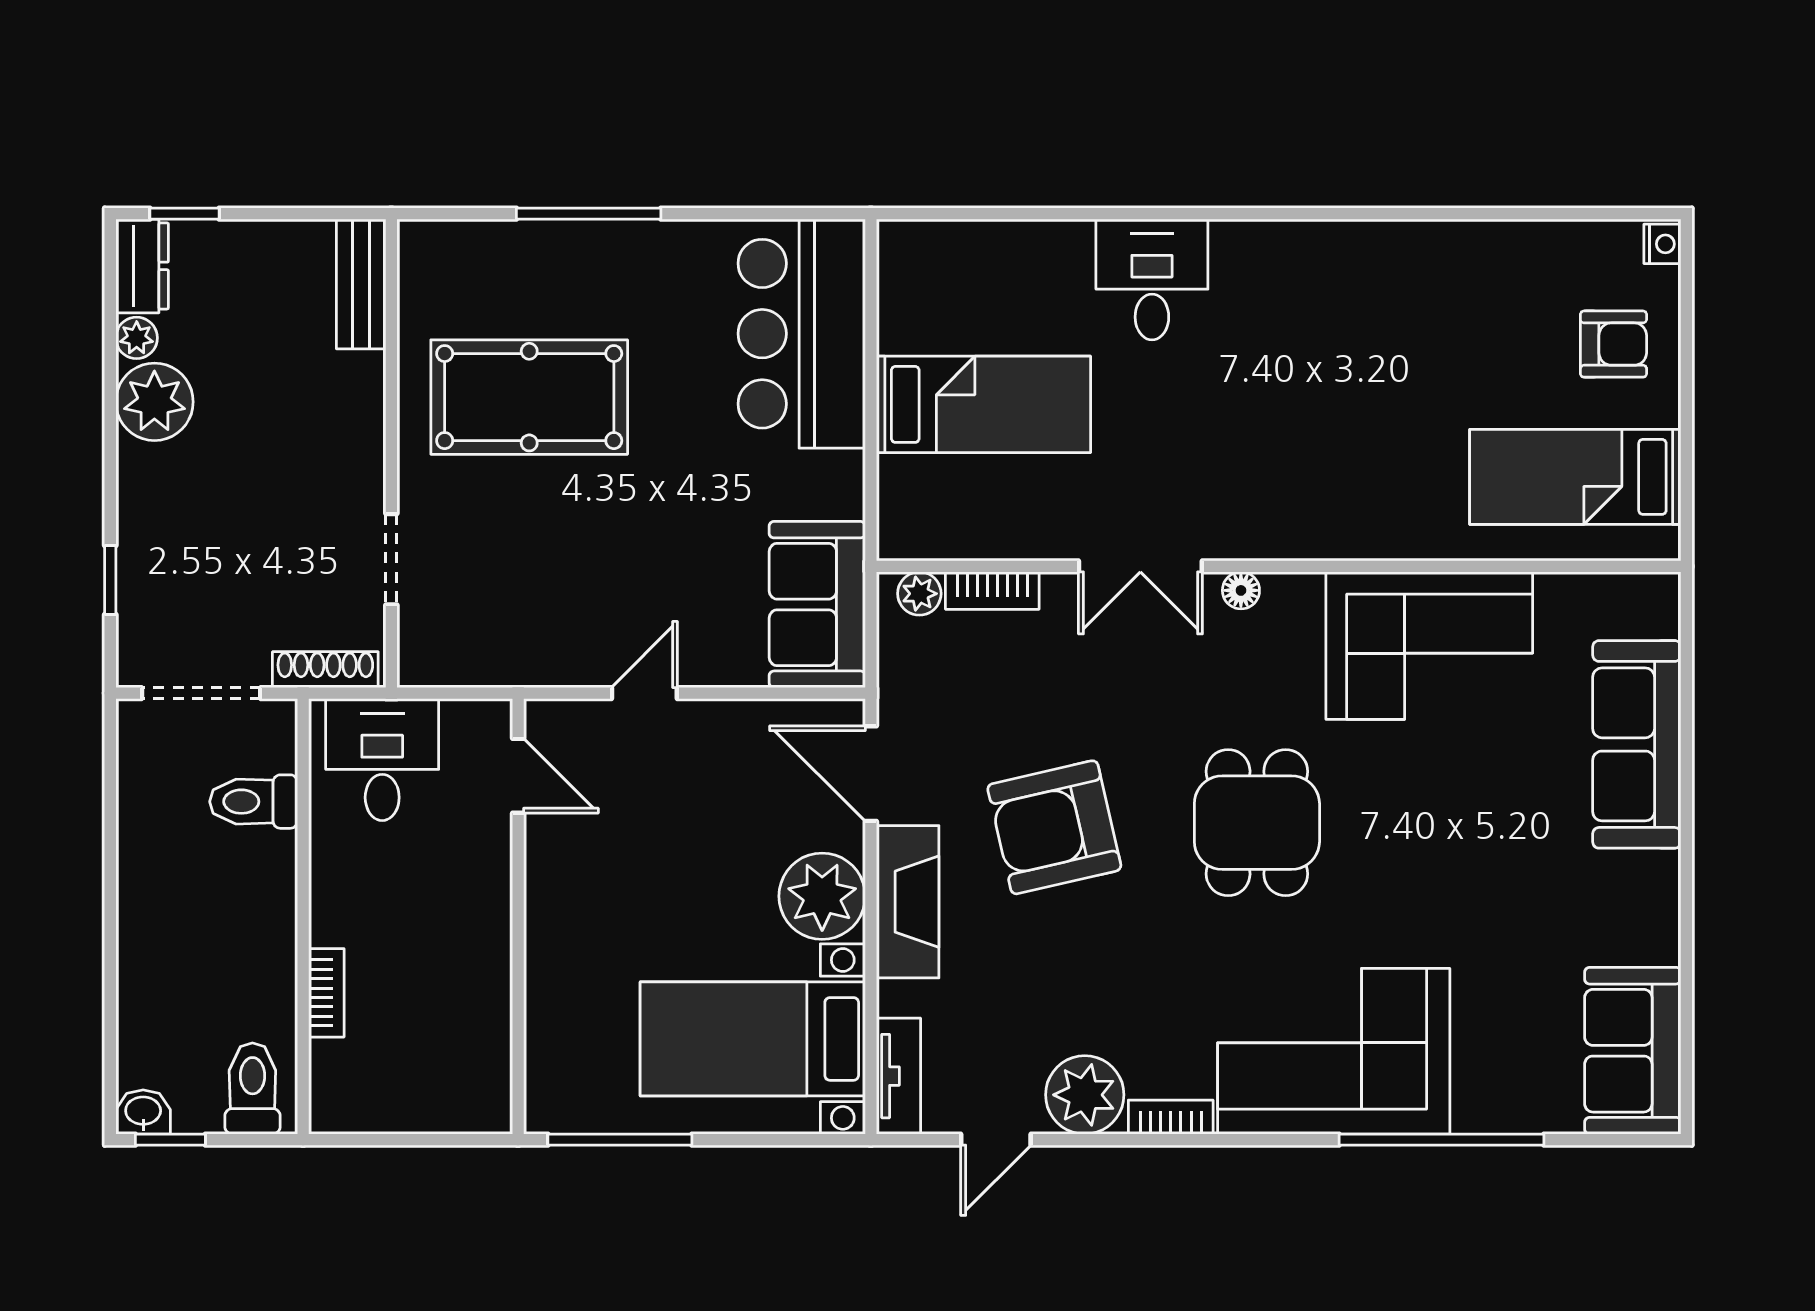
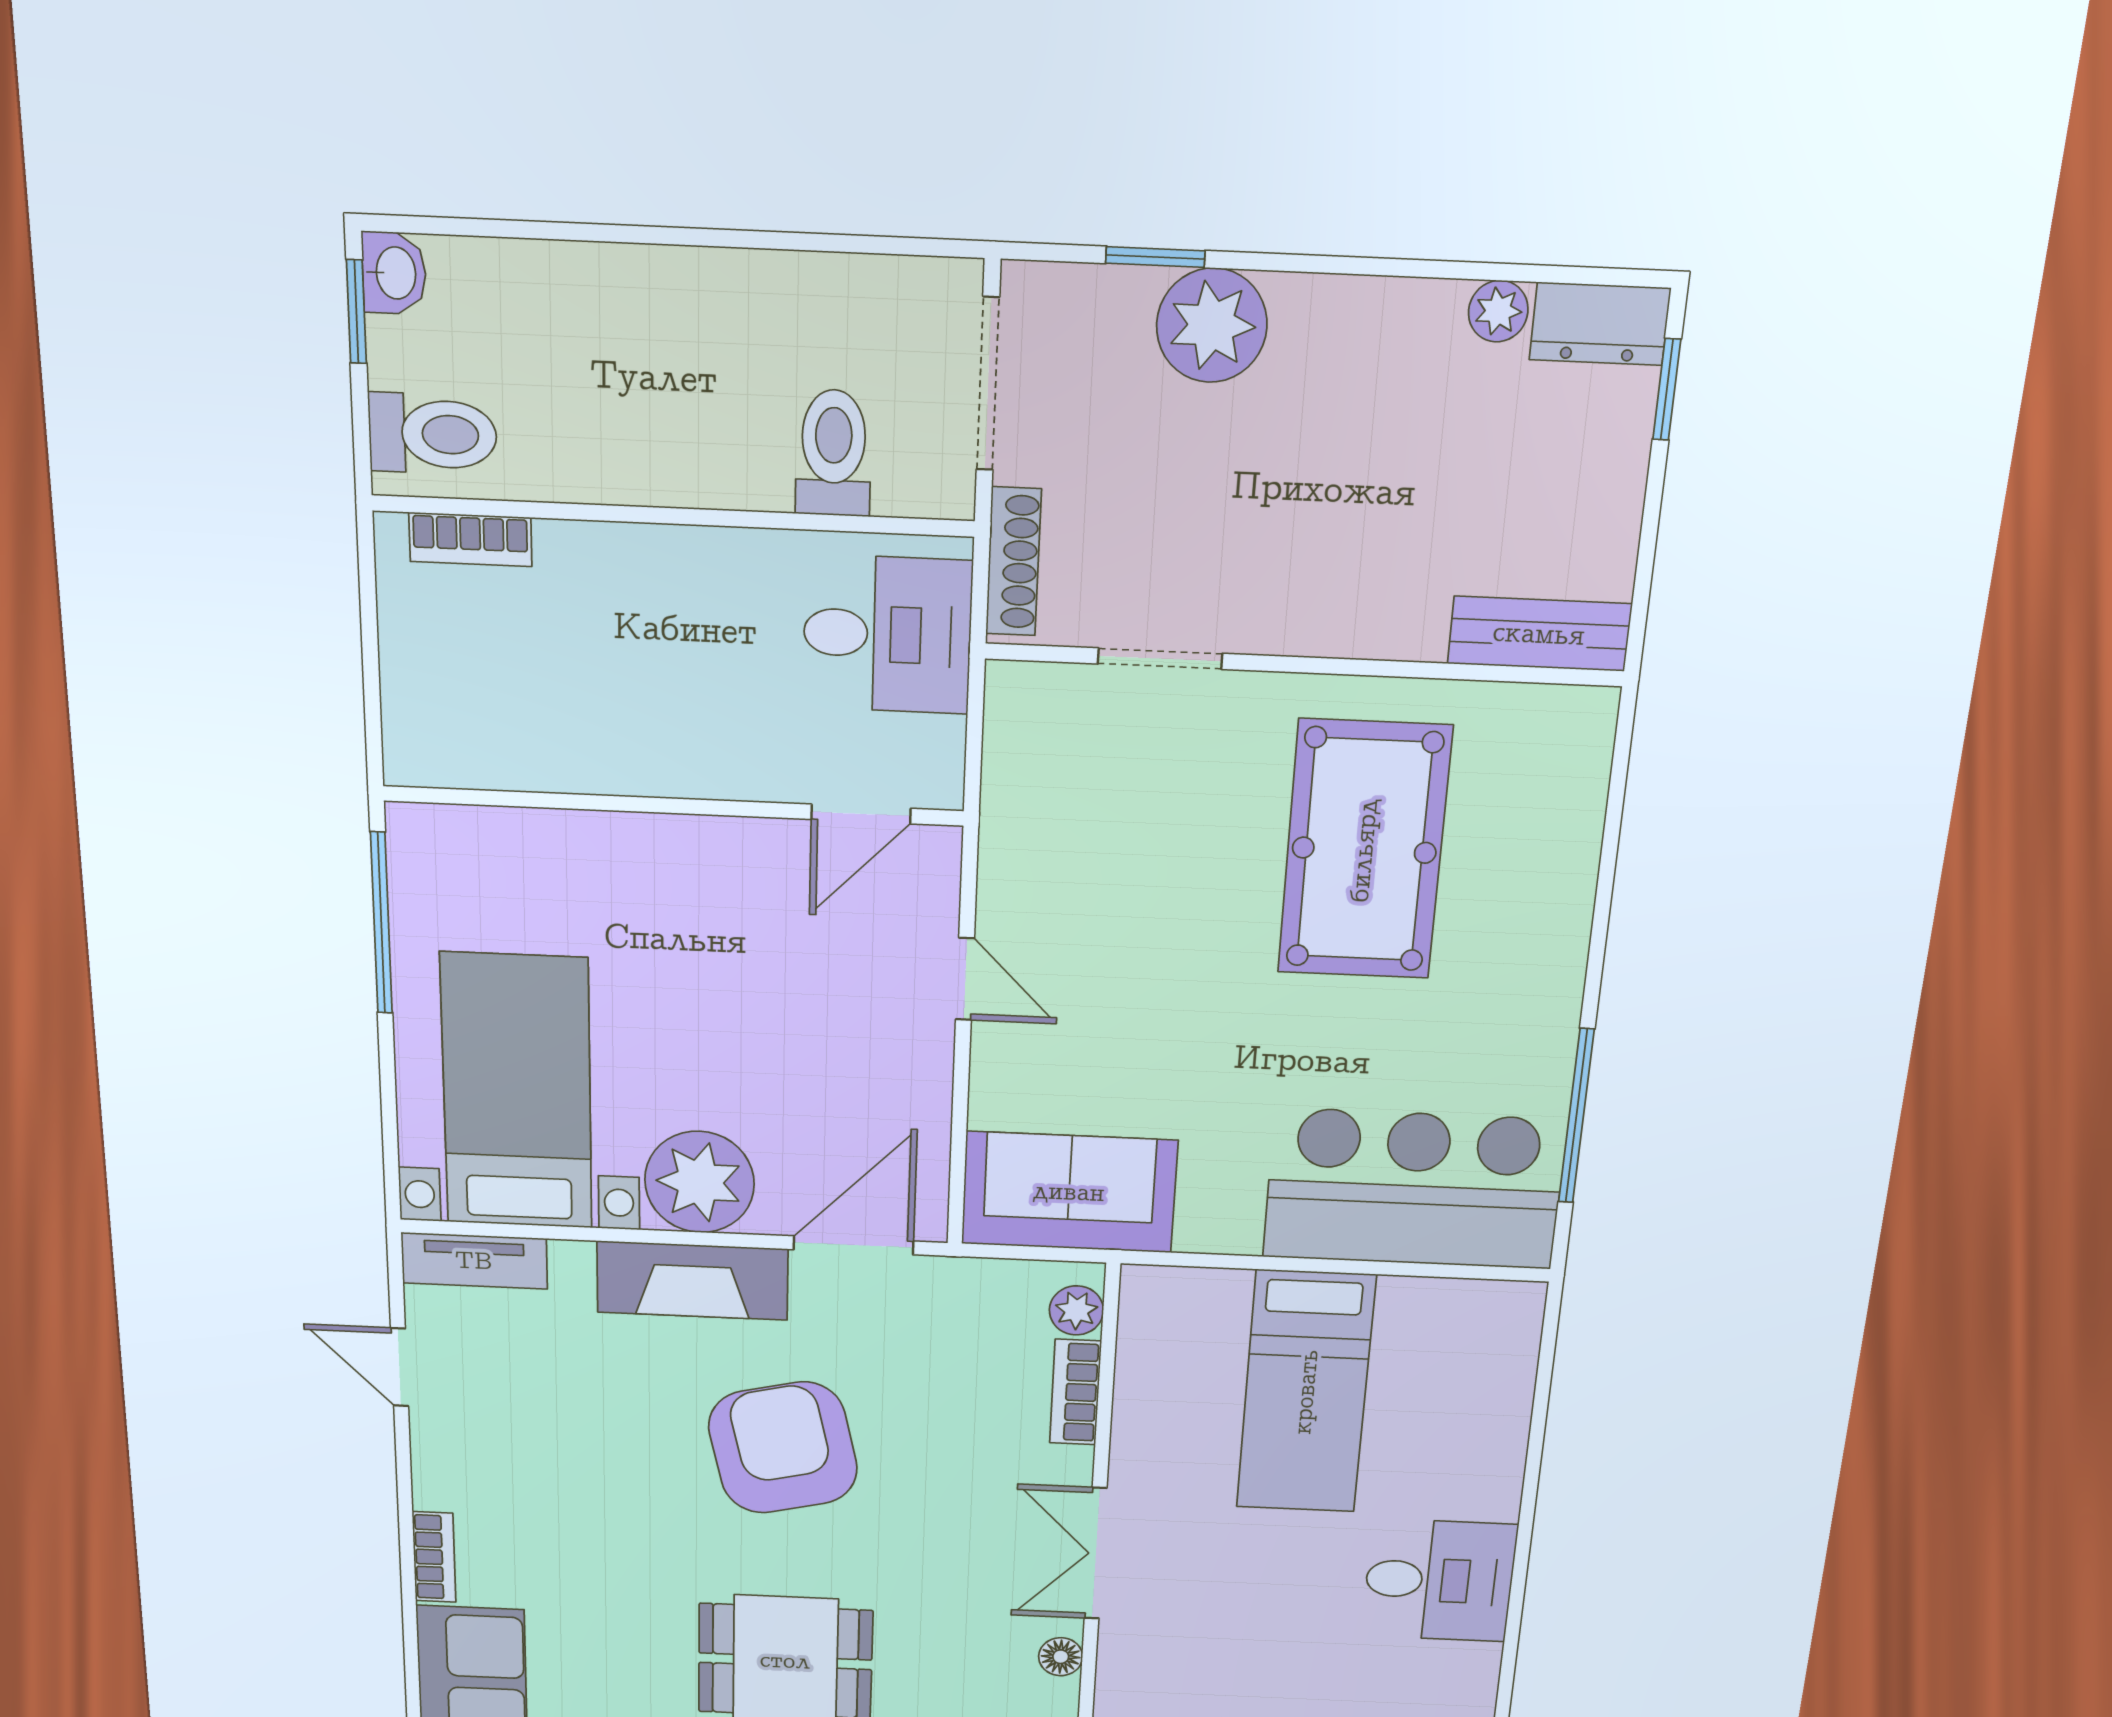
window: (589, 214) -> (1576, 1116), moved
plant: (154, 402) -> (1212, 325), moved
bookcase: (326, 993) -> (470, 540), moved
plant: (1085, 1095) -> (458, 1467), removed

